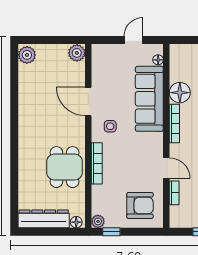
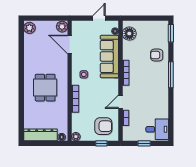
floor lamp: (180, 93) -> (129, 34), moved
door: (88, 101) -> (70, 44), moved
dining table: (65, 167) -> (45, 88), moved
door: (166, 168) -> (120, 102), swing flipped
window: (111, 232) -> (101, 143), moved

